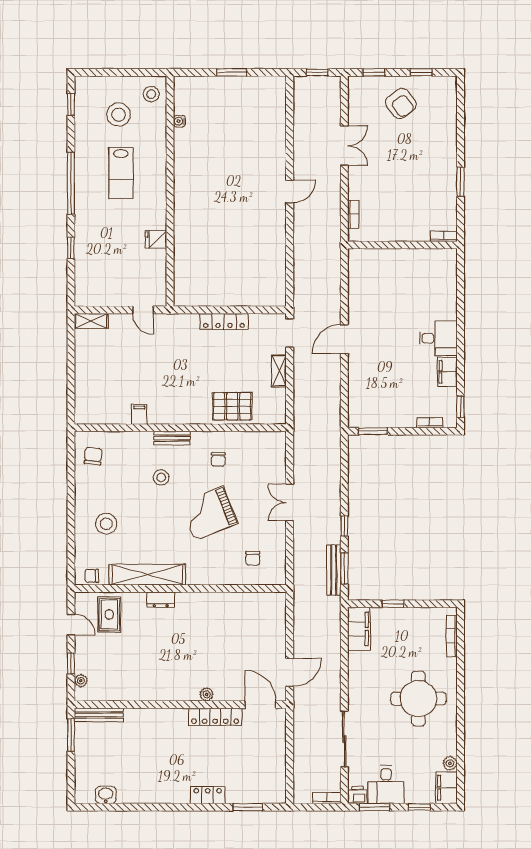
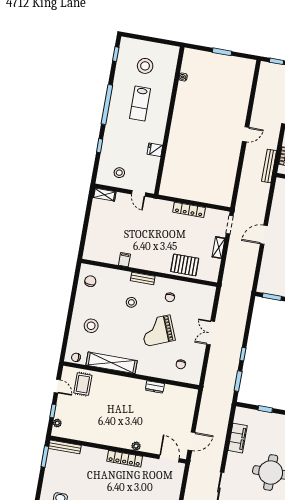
stool: (151, 94) -> (119, 173), moved
bench: (334, 570) -> (269, 166), moved
dresser: (161, 600) -> (155, 387), moved
filing cabinet: (359, 629) -> (238, 438), moved
locker: (215, 717) -> (125, 459), moved

